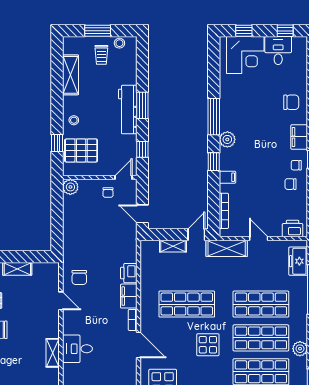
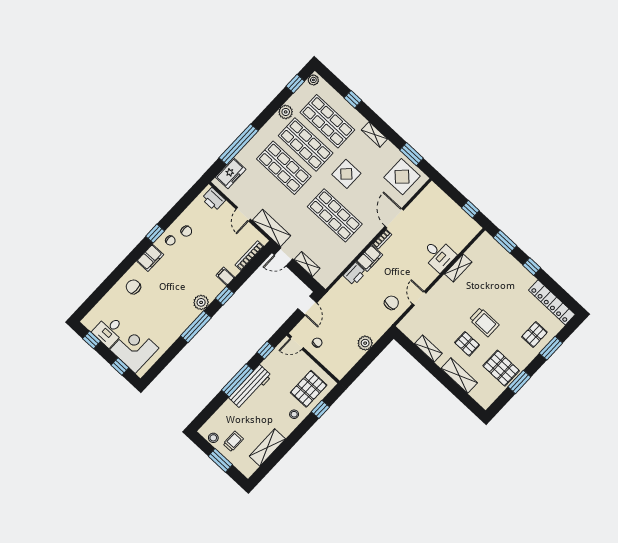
window: (142, 105) -> (238, 380), width x1.44
pallet: (81, 150) -> (309, 389), turned 90
plant: (70, 187) -> (365, 343), moved

